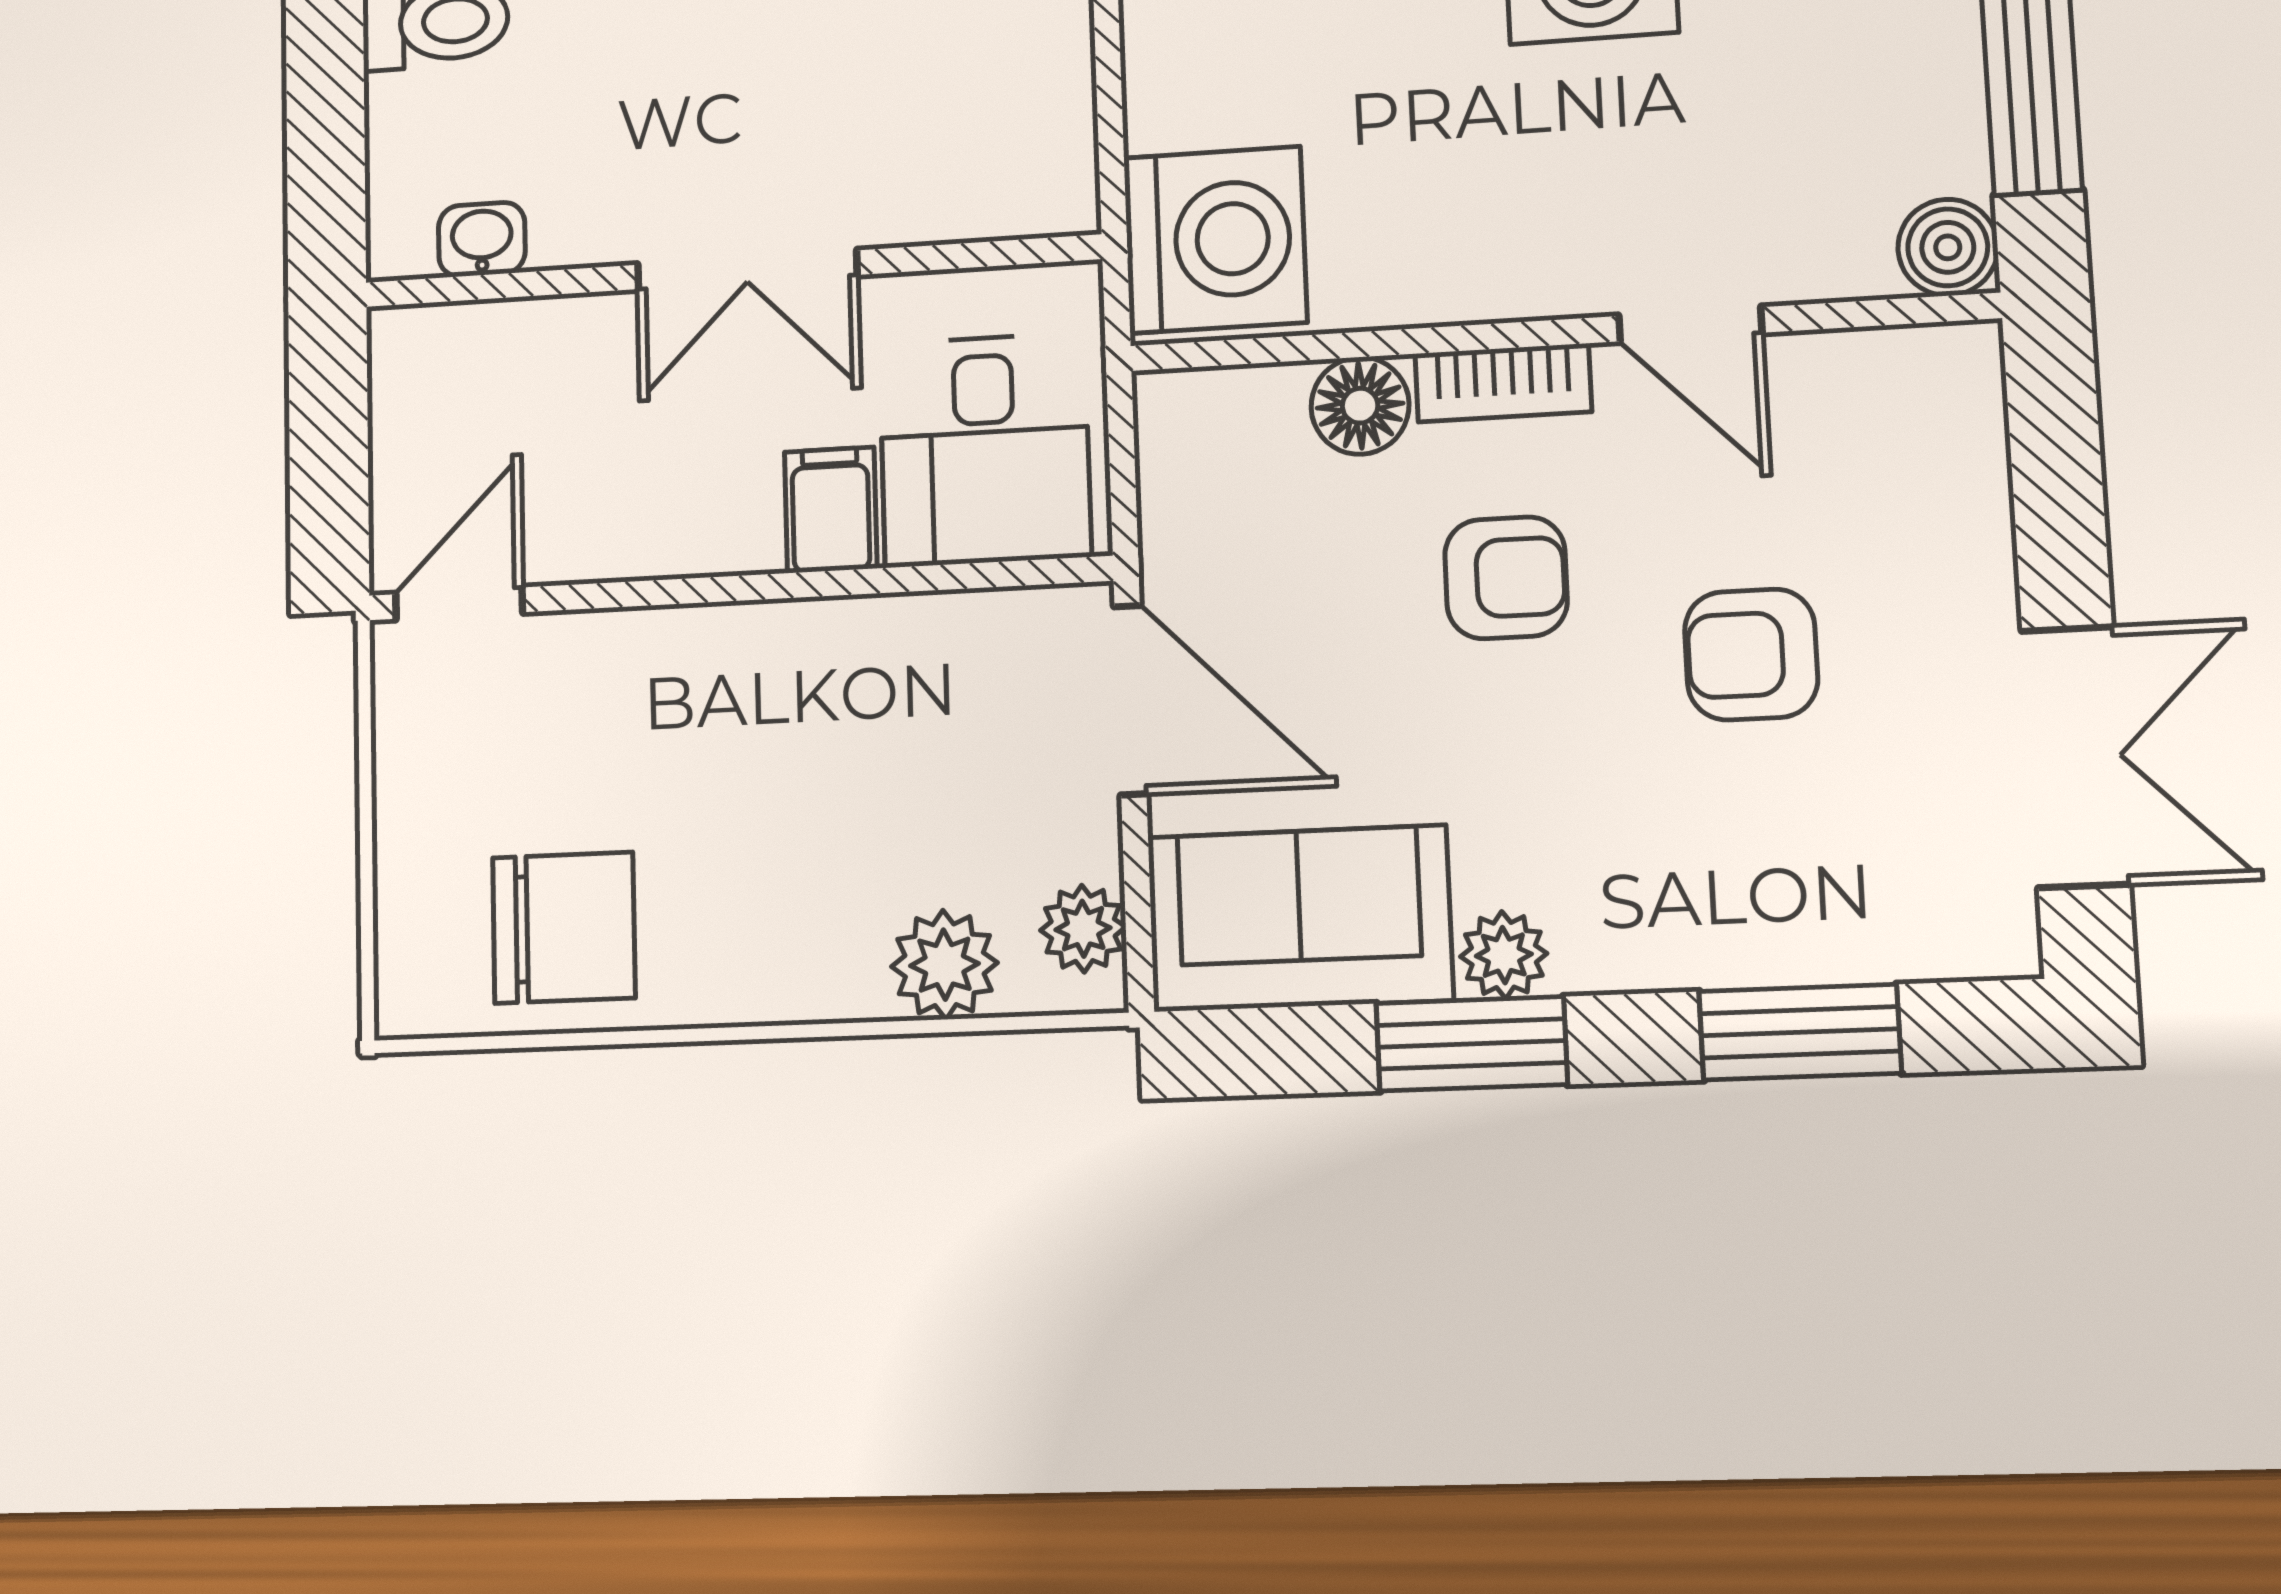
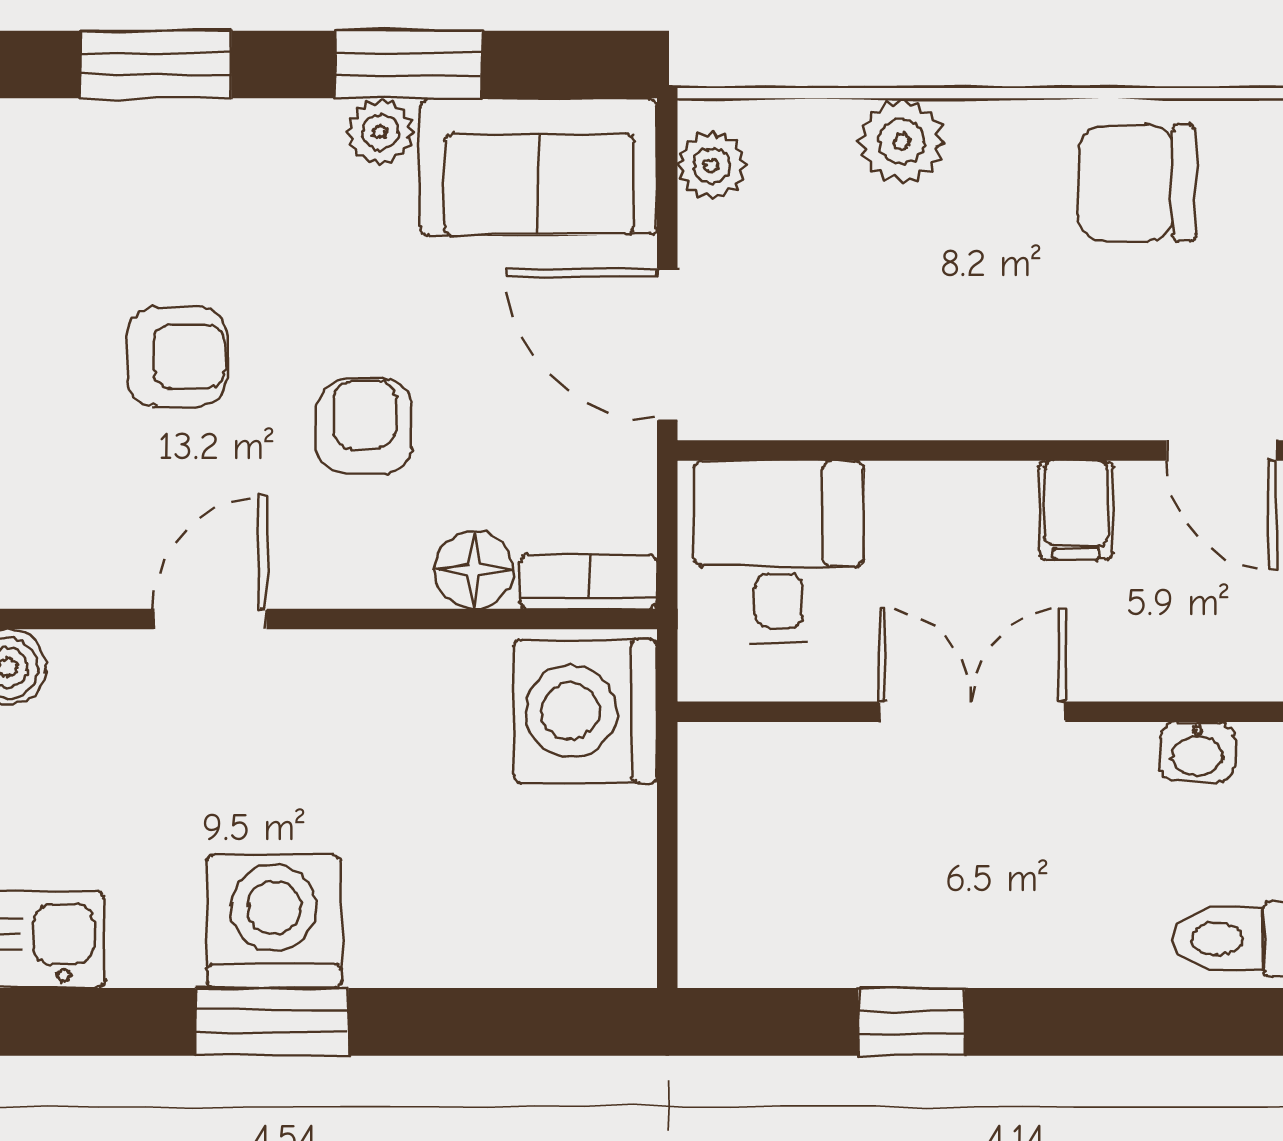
door: (1690, 324) -> (210, 619), hinge flipped
bookcase: (1503, 383) -> (588, 581), moved
filing cabinet: (831, 510) -> (1076, 510), moved
armchair: (1506, 578) -> (365, 426), turned 90
door: (459, 603) -> (1221, 450), hinge flipped
plant: (944, 965) -> (902, 141), moved

